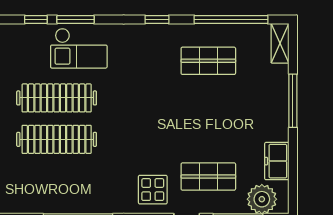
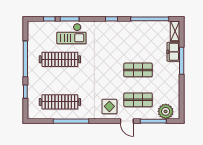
shop shelf: (208, 61) -> (138, 70), moved
clothes rail: (57, 139) -> (60, 102), moved
freezer: (277, 161) -> (173, 52), moved

